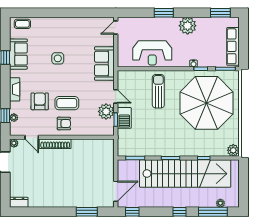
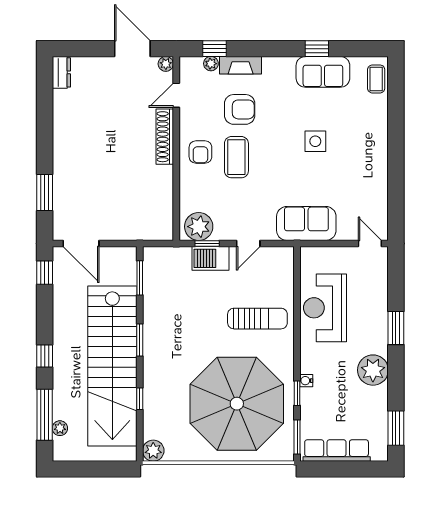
fireplace: (15, 89) -> (241, 65), moved
plant: (106, 111) -> (199, 227), moved

